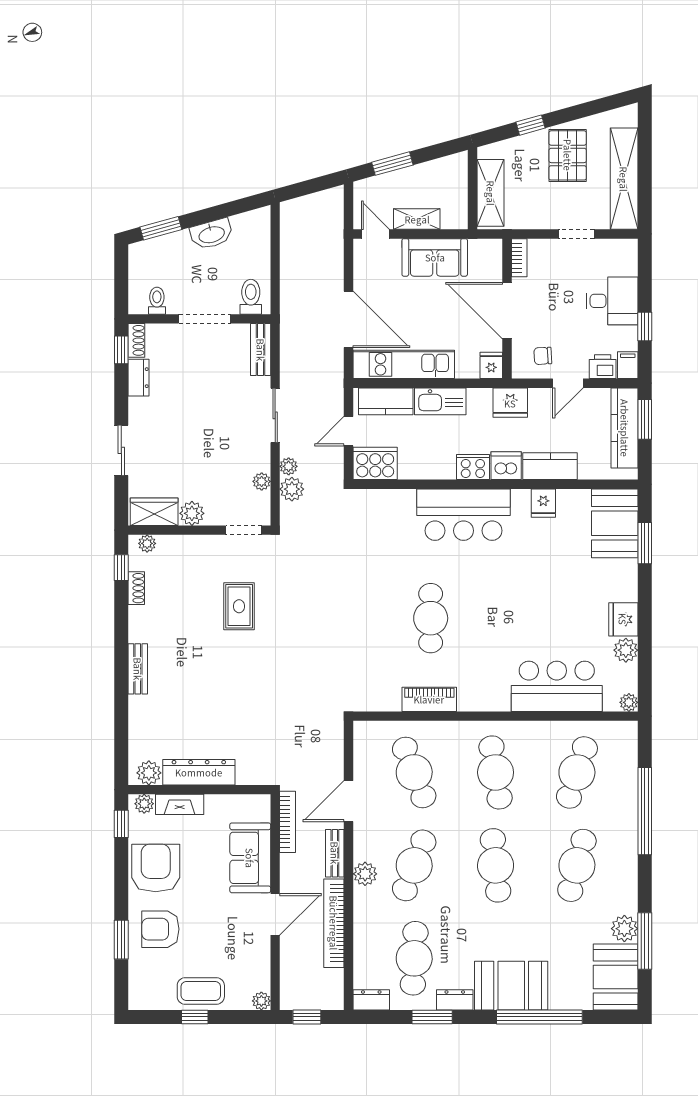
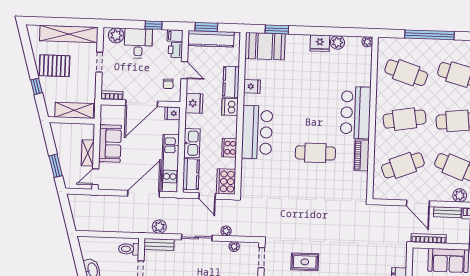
plant: (625, 262) -> (116, 35), added
cooker: (473, 467) -> (229, 148), moved
plant: (292, 489) -> (159, 227), moved
bar counter: (557, 686) -> (356, 113), moved

